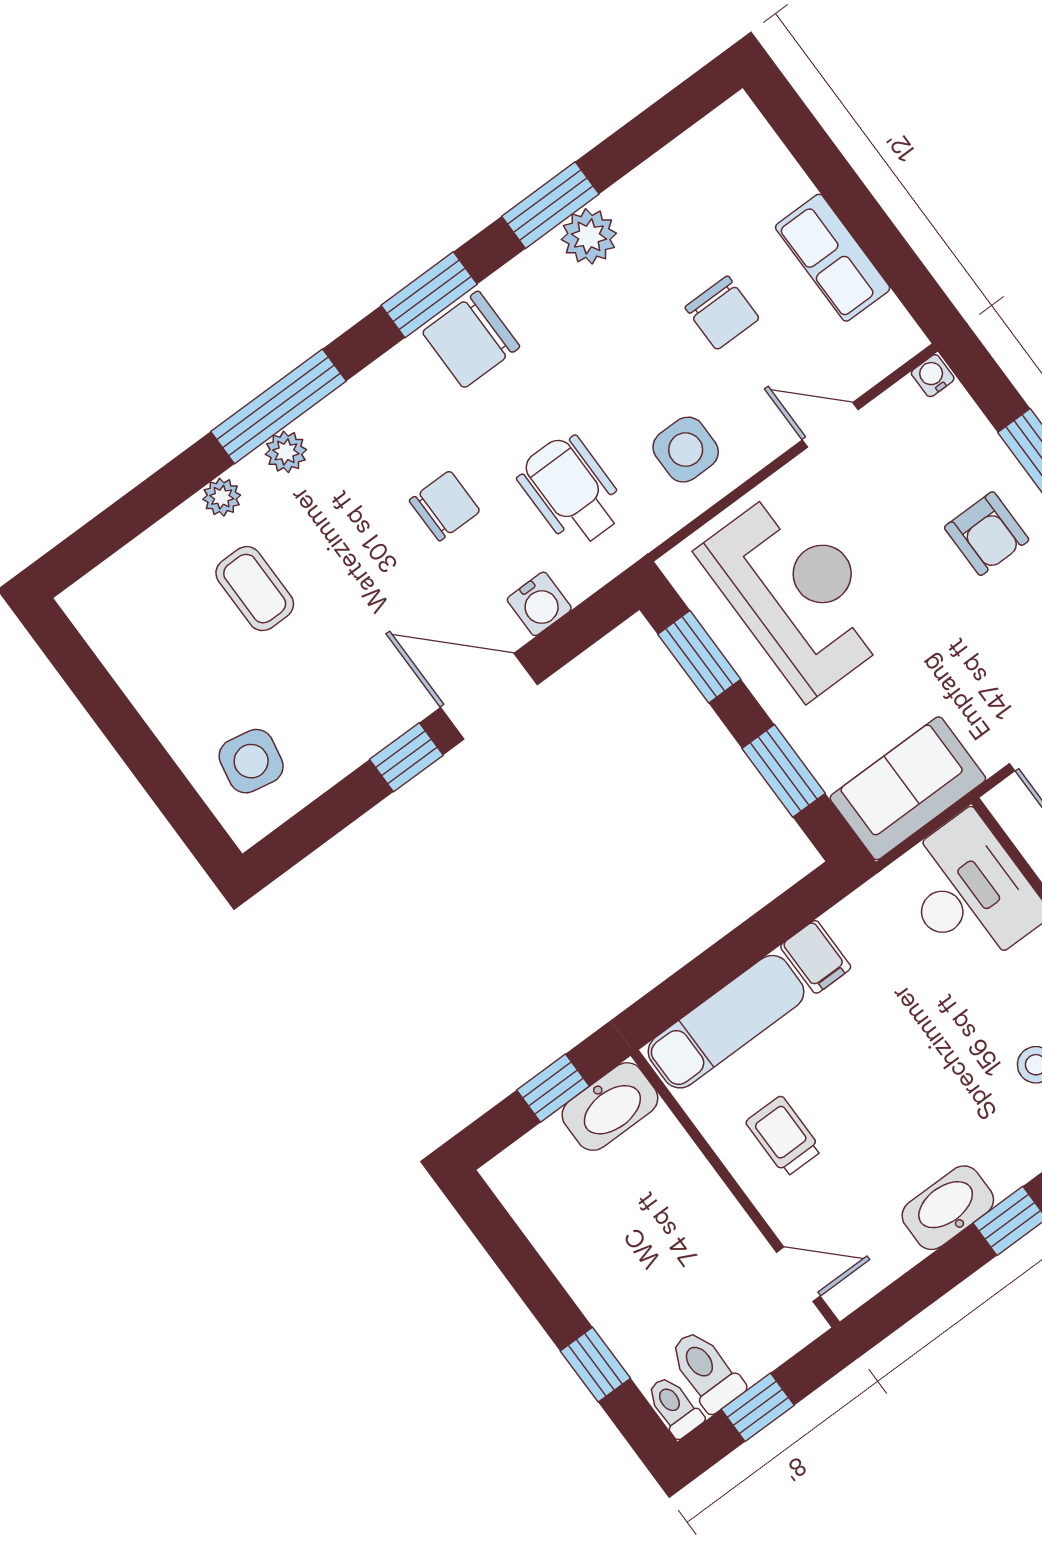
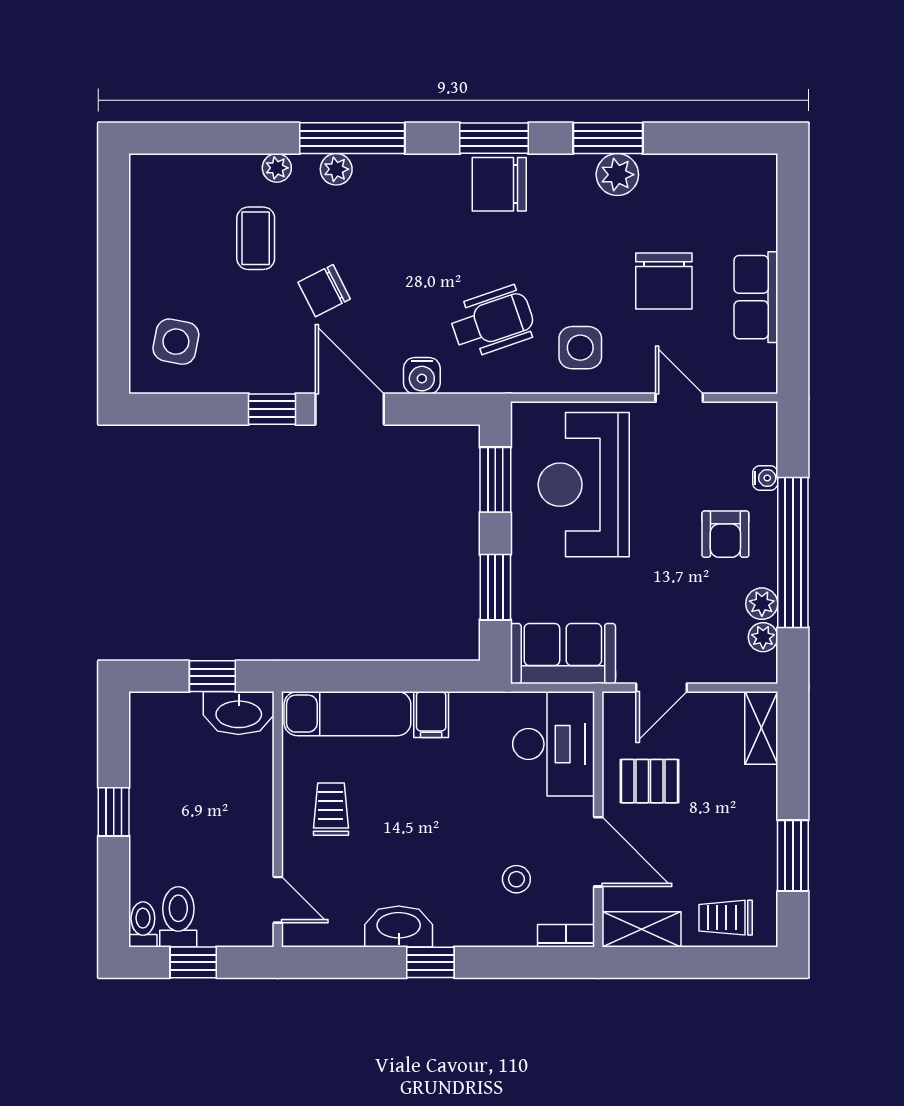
chair: (722, 313) -> (664, 281), width x1.37, depth x1.37
water cooler: (933, 376) -> (765, 478), moved, turned 90
wheelchair: (572, 491) -> (492, 321), turned 71
chair: (445, 506) -> (324, 291), moved, turned 153
reception desk: (797, 593) -> (584, 485), turned 180
window: (595, 1365) -> (114, 812), moved

